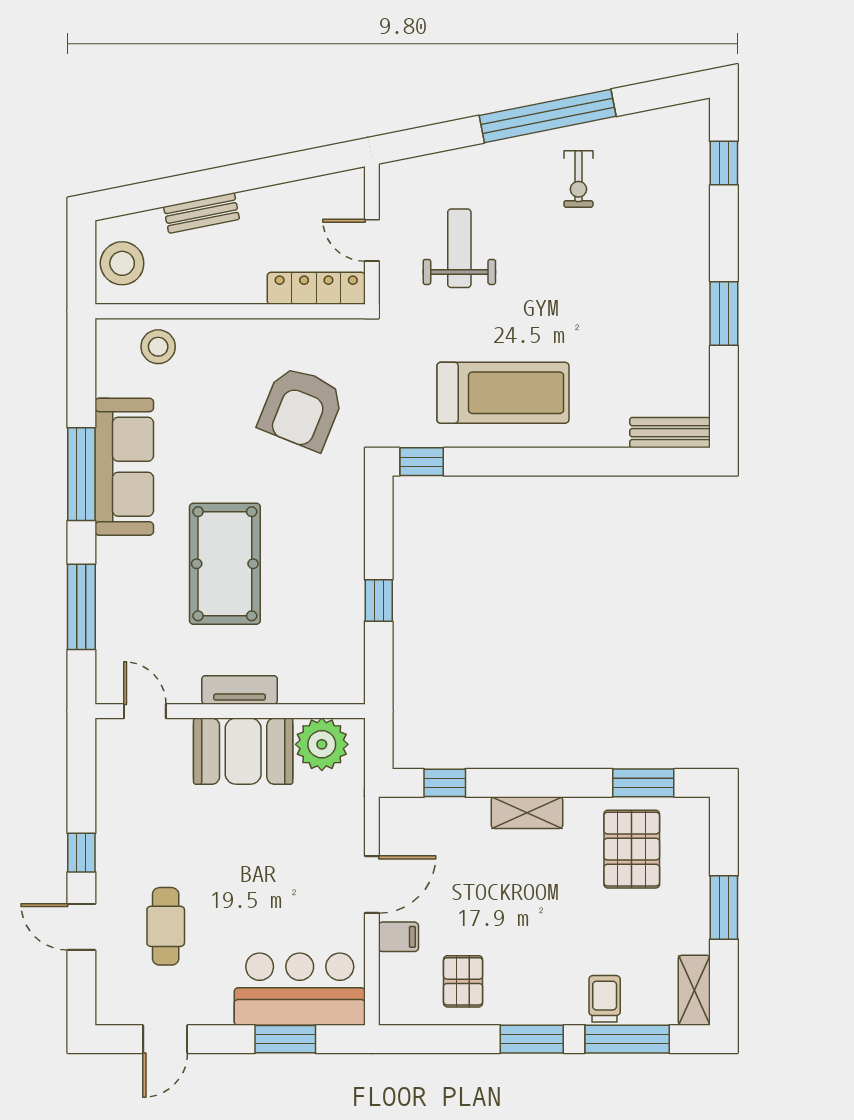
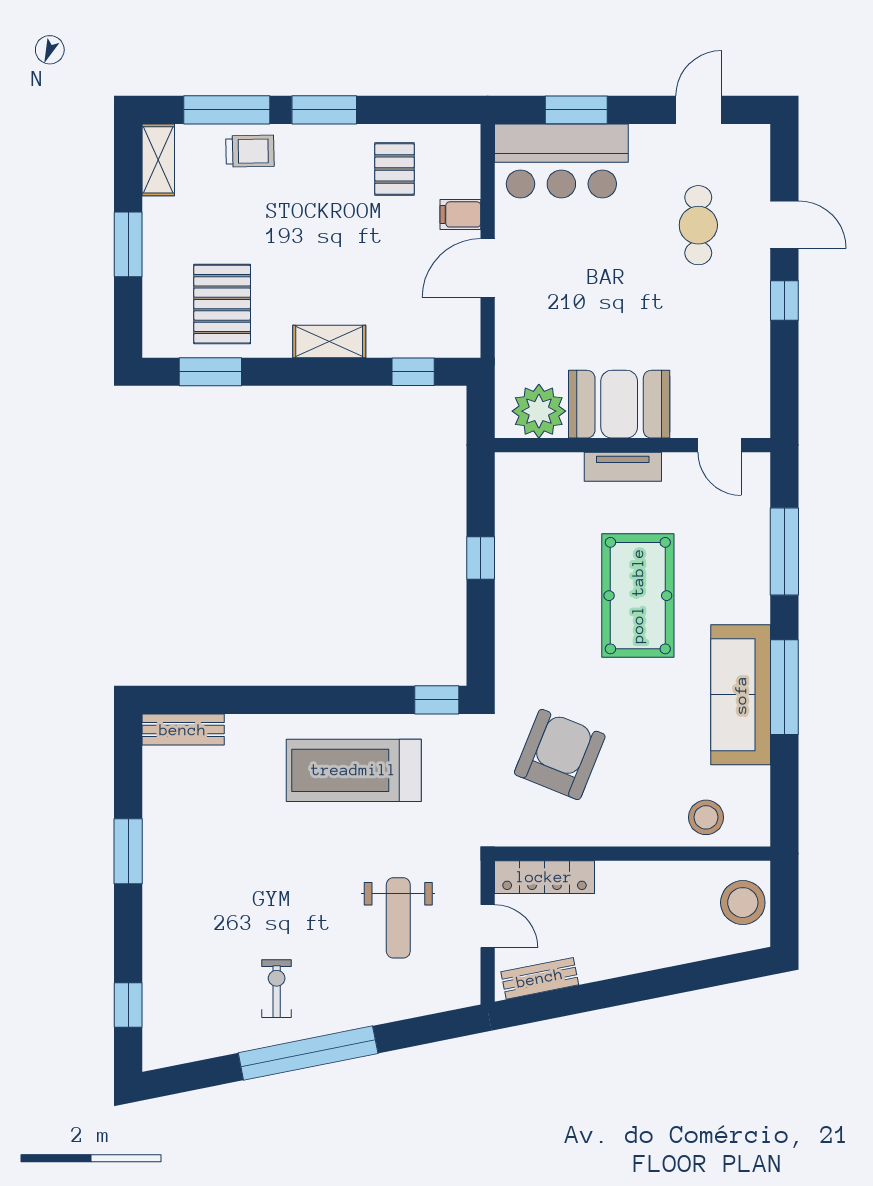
bench: (202, 213) -> (540, 978), moved
trolley: (605, 999) -> (250, 151), turned -91

